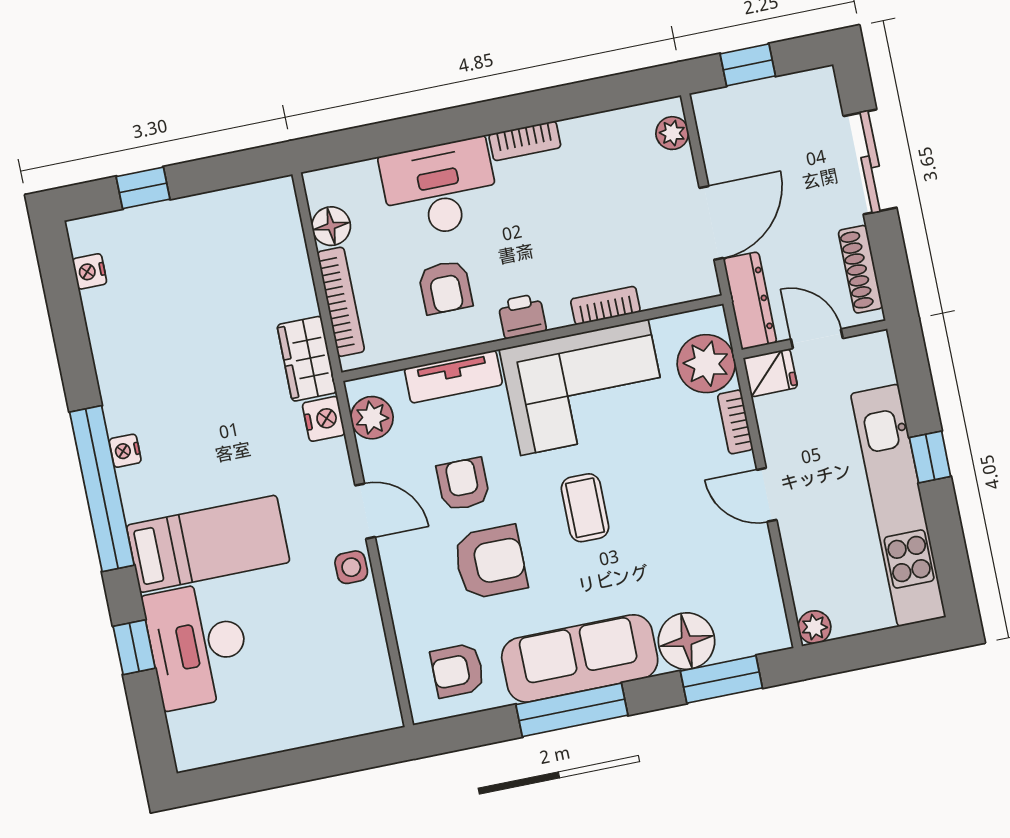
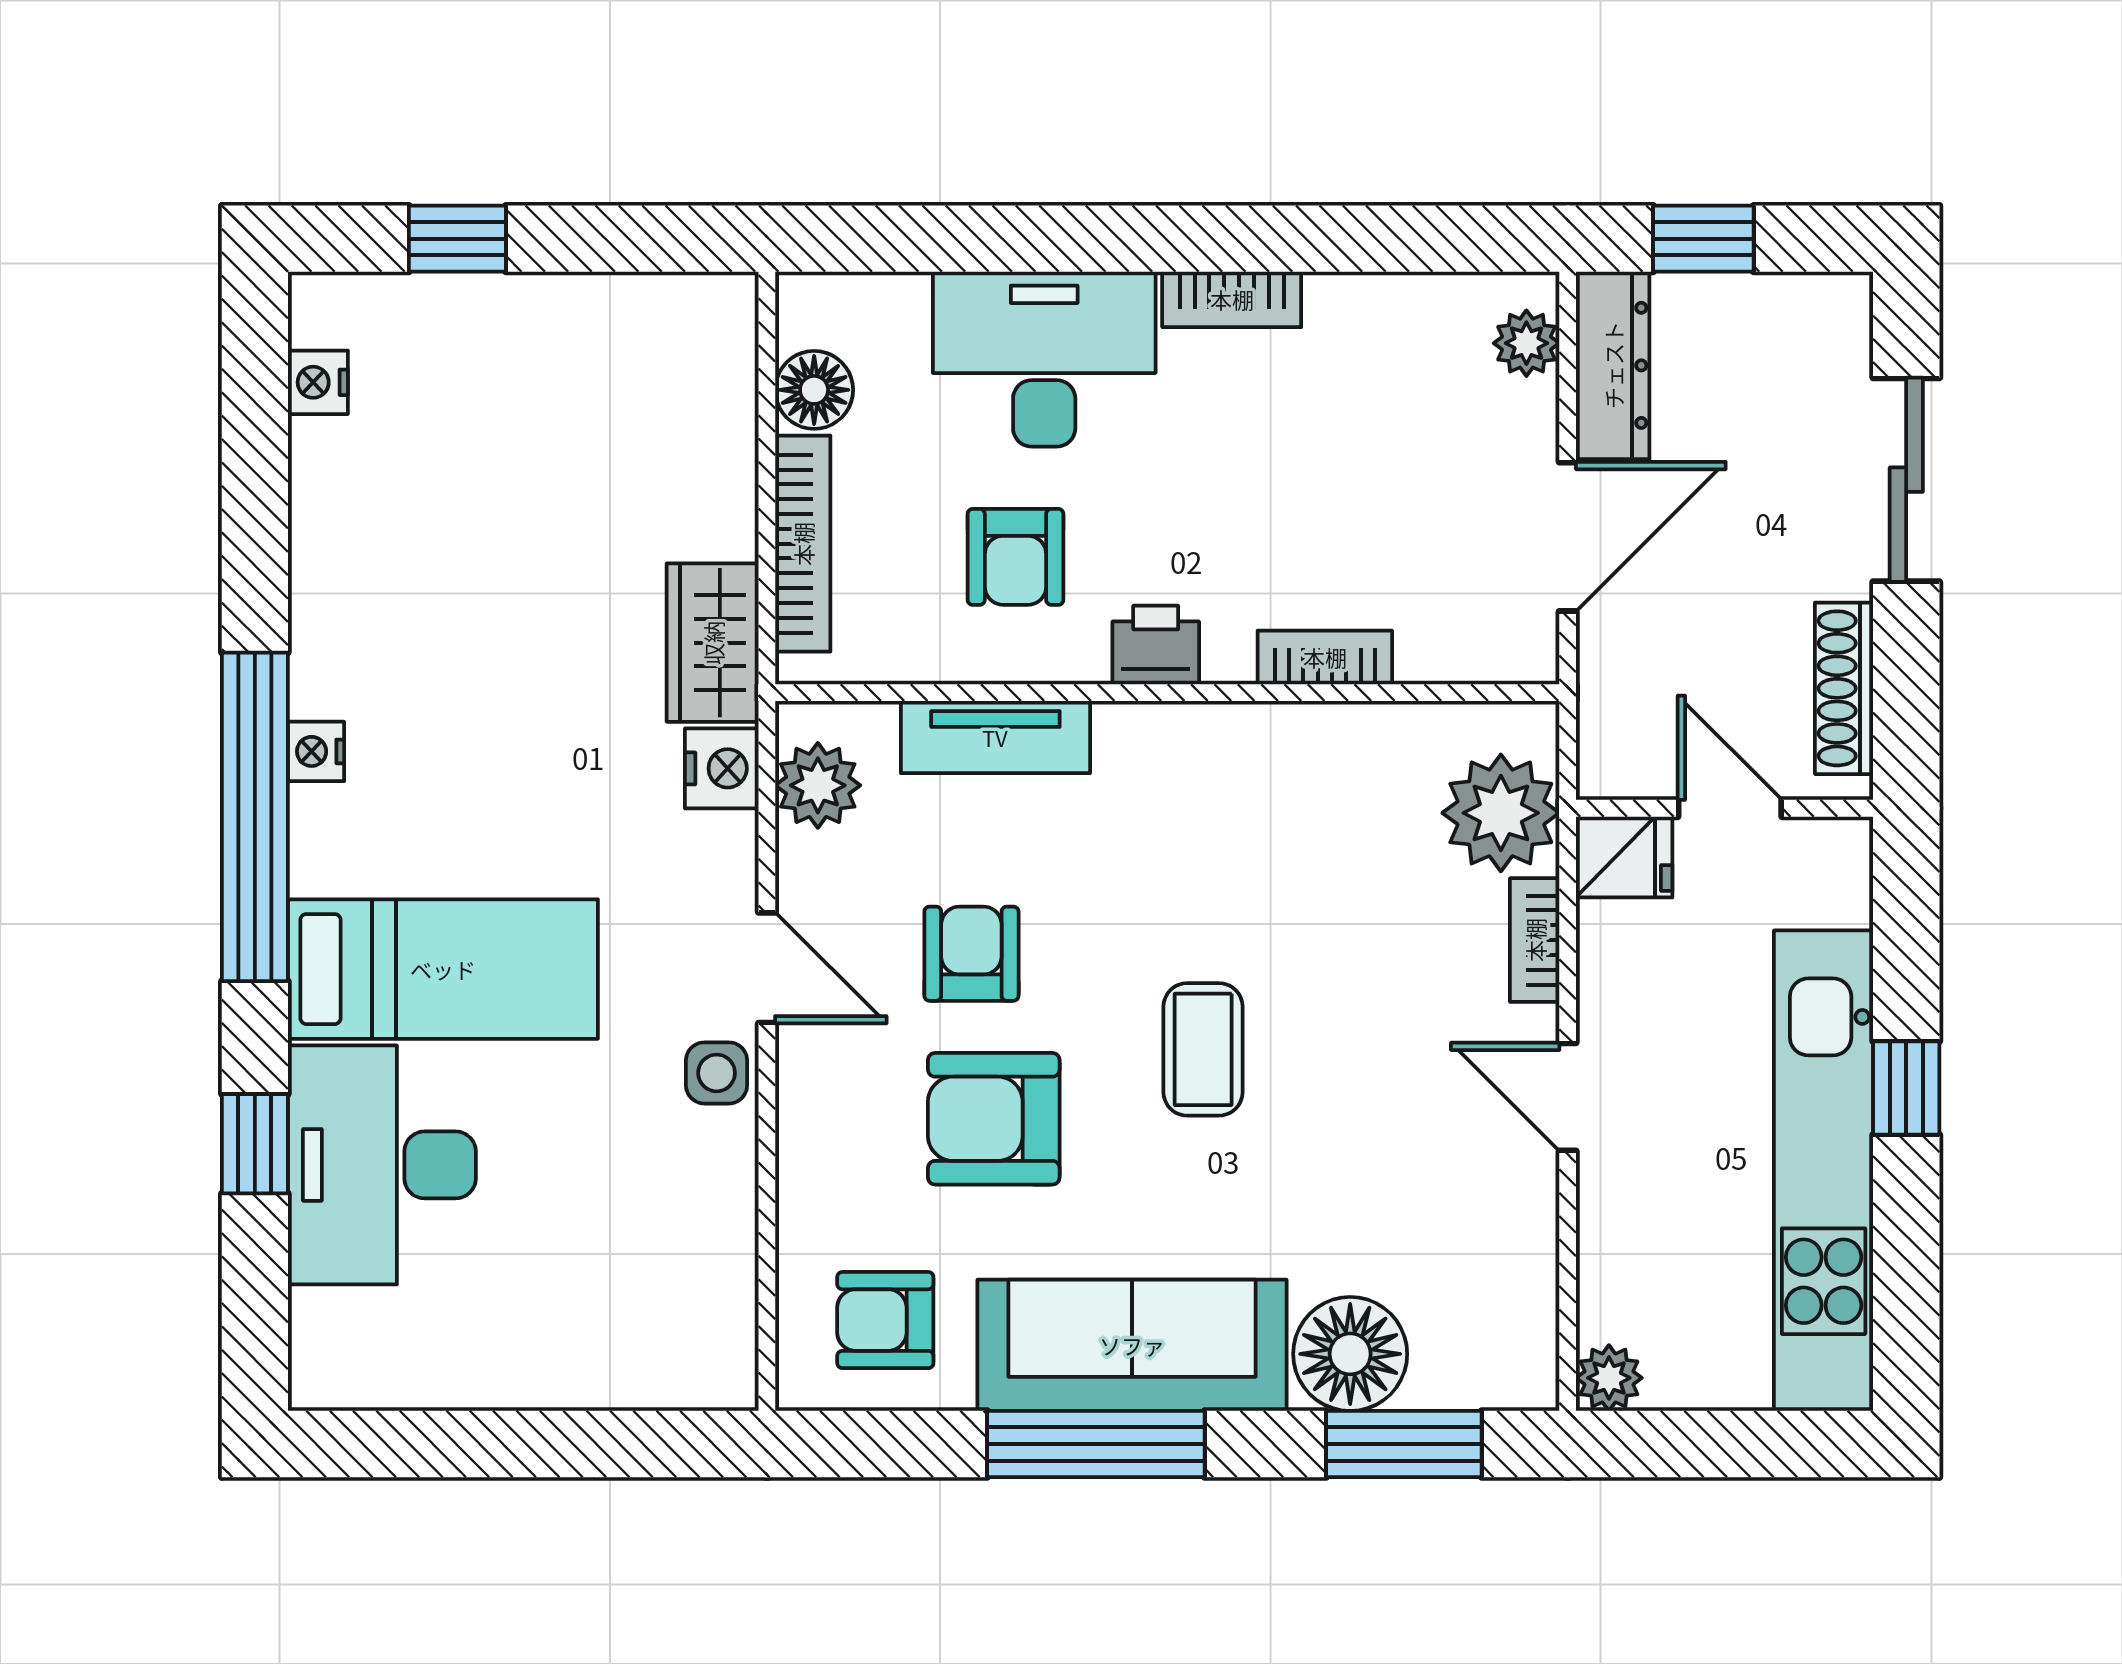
dresser: (750, 301) -> (1613, 365), moved
corner sofa: (584, 387) -> (1250, 811), removed
armchair: (490, 562) -> (994, 1119), turned 180

